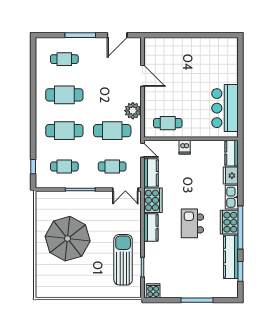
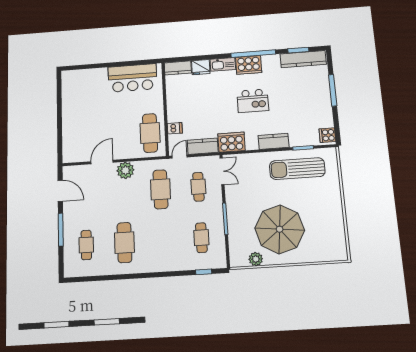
plant: (133, 111) -> (125, 170), moved
cafe table: (168, 123) -> (150, 133), width x1.37, depth x1.35
cafe table: (64, 131) -> (163, 240), removed
dishwasher: (185, 147) -> (175, 128), moved
plant: (42, 215) -> (256, 259), added
kitchen counter: (151, 228) -> (274, 141), moved
kitchen counter: (231, 257) -> (303, 59), moved

